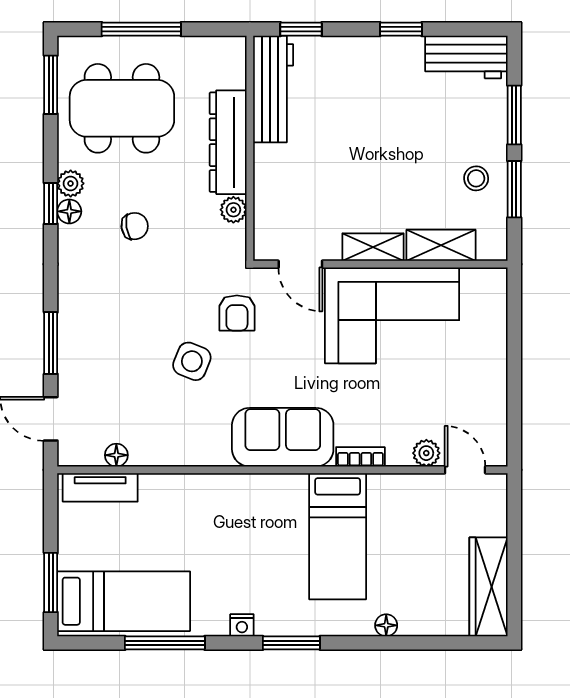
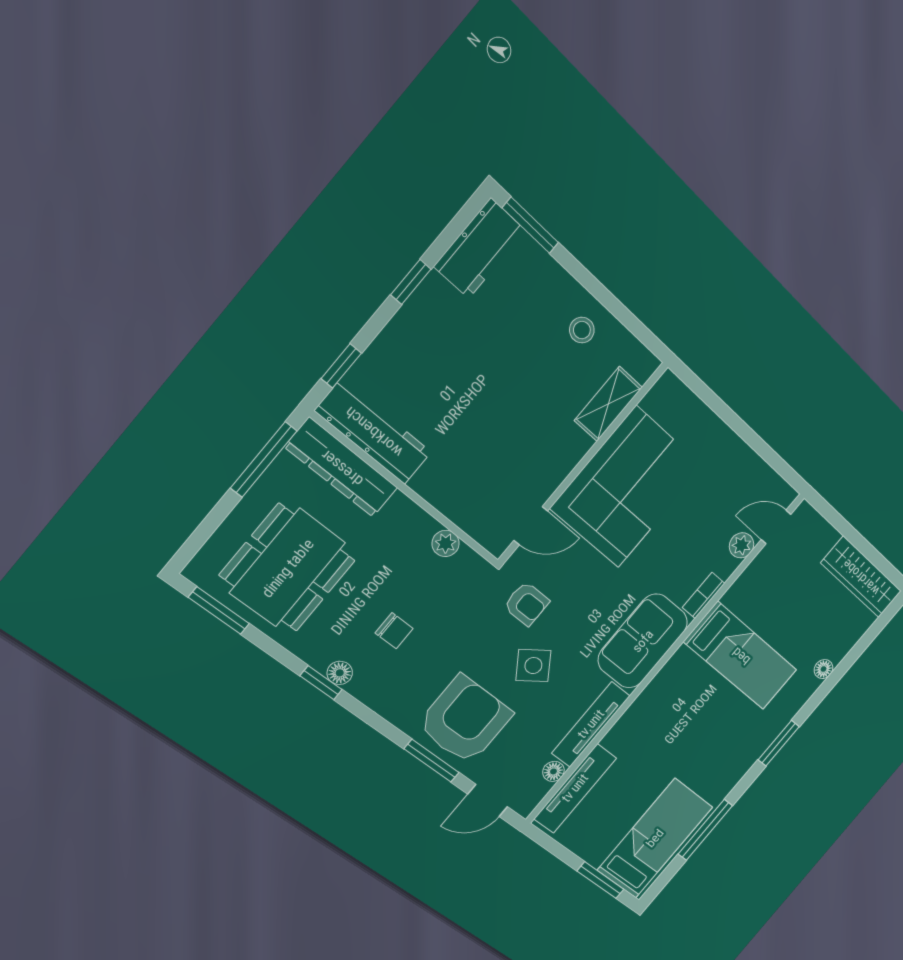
window: (141, 29) -> (264, 459), moved
window: (514, 115) -> (530, 225), moved
dresser: (228, 142) -> (342, 468), moved
plant: (71, 183) -> (317, 655), removed
window: (514, 189) -> (615, 307), removed
chair: (135, 226) -> (394, 631), turned 99
shelving: (373, 247) -> (565, 458), removed
armchair: (105, 342) -> (465, 720), added
side table: (192, 361) -> (533, 666), turned 33
tv unit: (180, 453) -> (591, 724), added
tv unit: (100, 487) -> (575, 788), width x1.41
nightstand: (242, 625) -> (739, 769), removed

